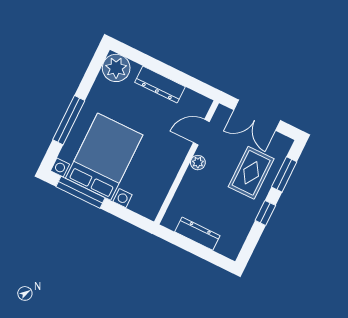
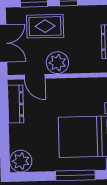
dresser: (160, 84) -> (16, 104), moved
plant: (198, 163) -> (57, 63), width x1.88, depth x1.88

